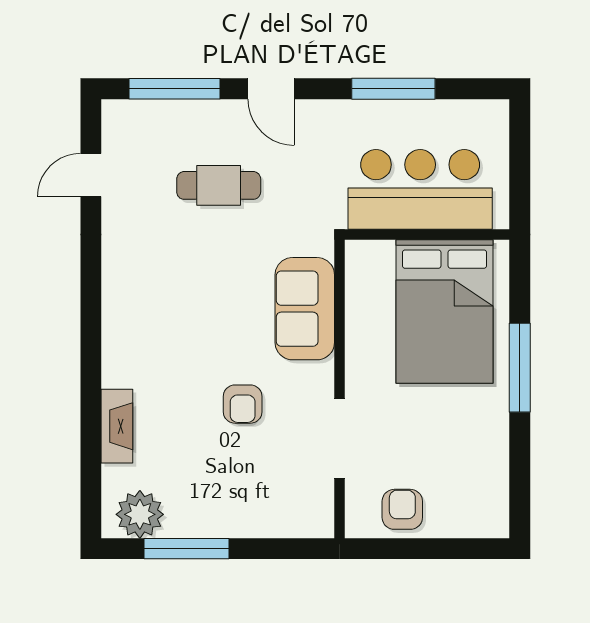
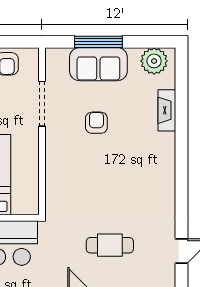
sofa: (305, 309) -> (98, 64), moved, turned 90
window: (187, 549) -> (98, 42), moved

